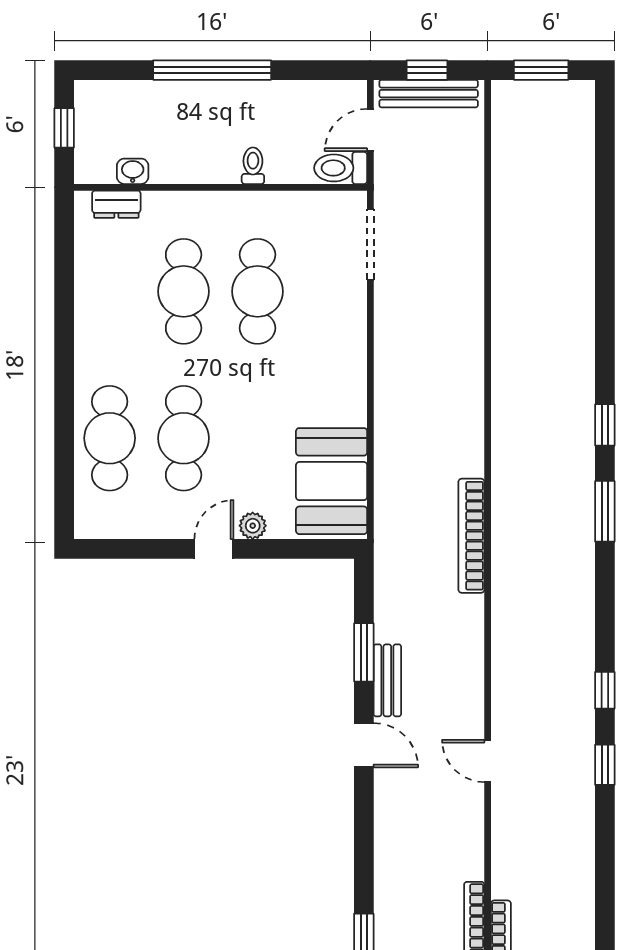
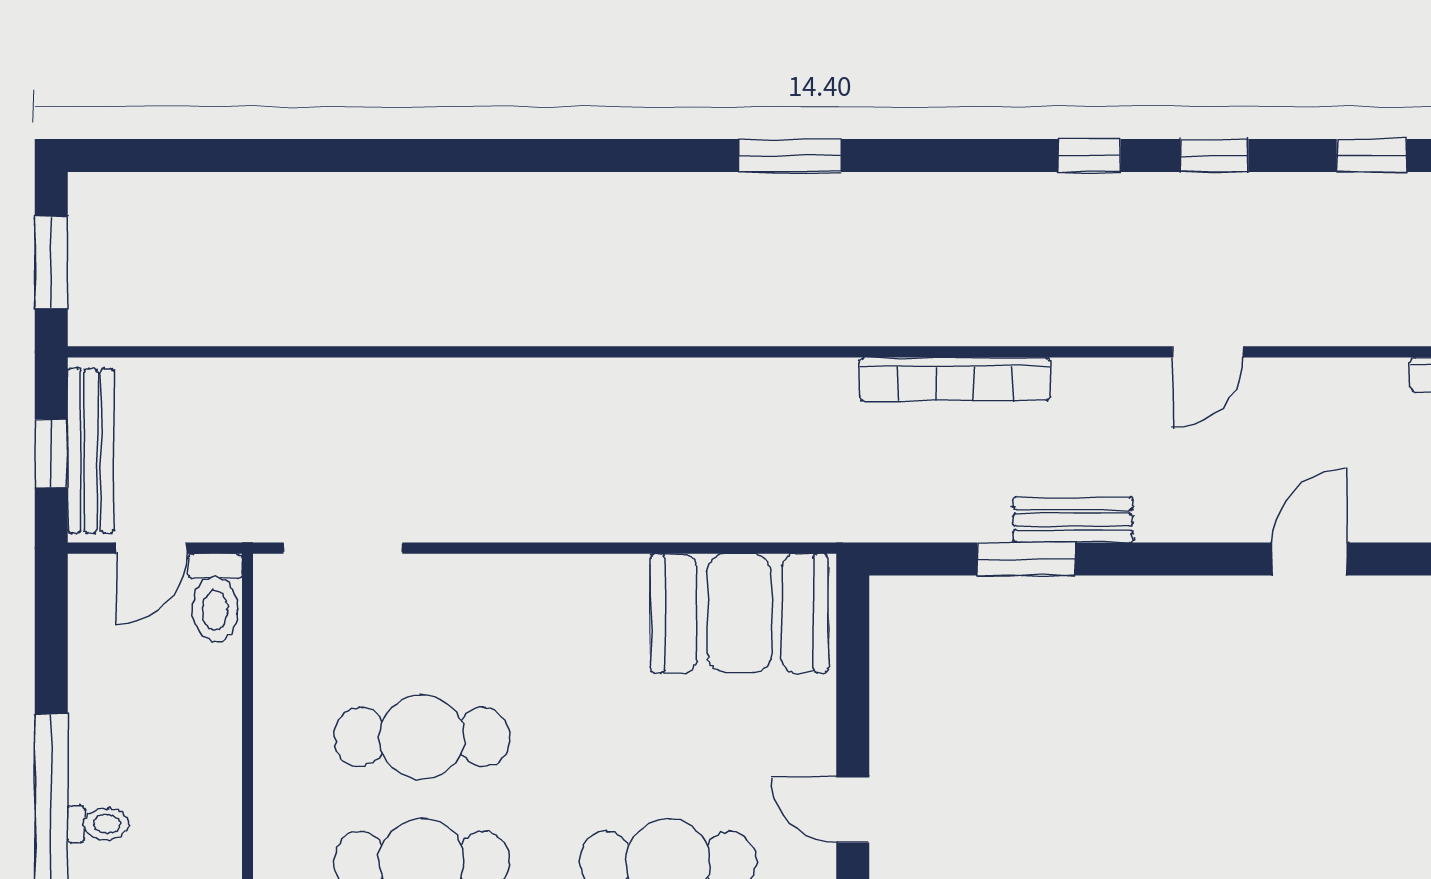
door: (370, 130) -> (151, 548), hinge flipped
toilet: (253, 166) -> (98, 824), moved, turned 180
window: (605, 425) -> (1372, 156), moved
plant: (253, 526) -> (814, 745), removed
bookcase: (471, 536) -> (955, 379), moved
door: (364, 745) -> (1309, 559), moved

